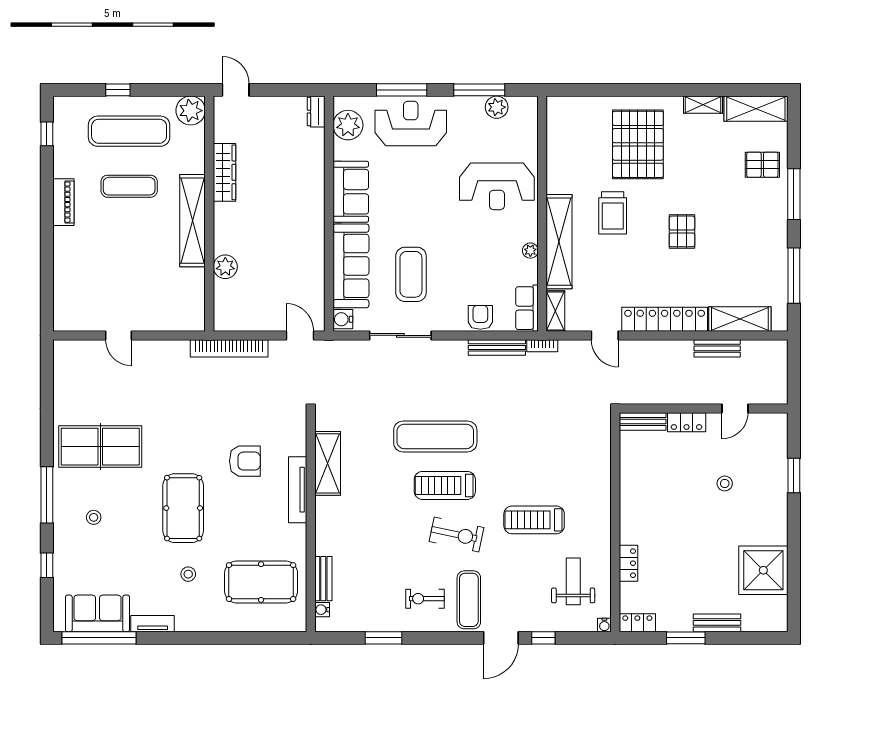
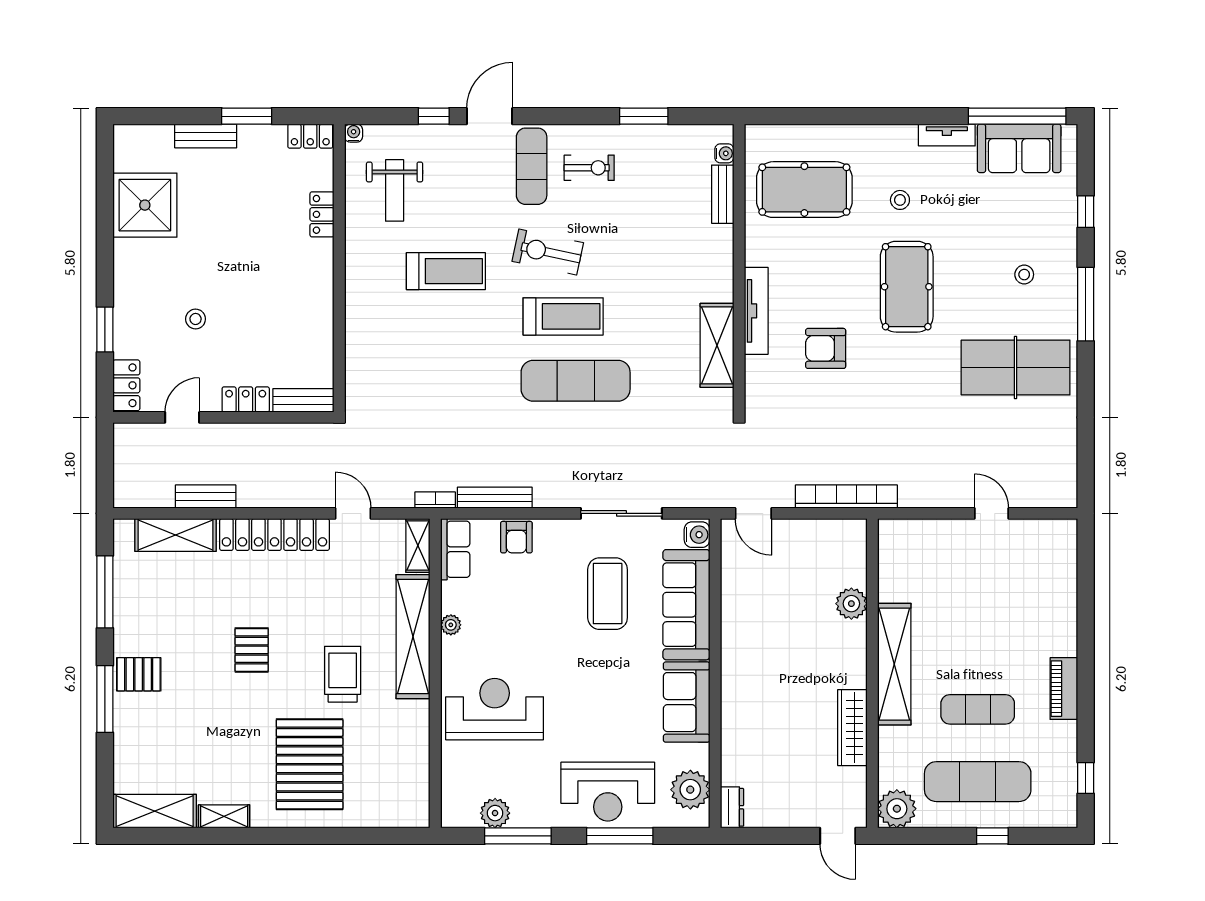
pallet: (762, 165) -> (139, 674), moved
locker: (777, 433) -> (126, 385), added

